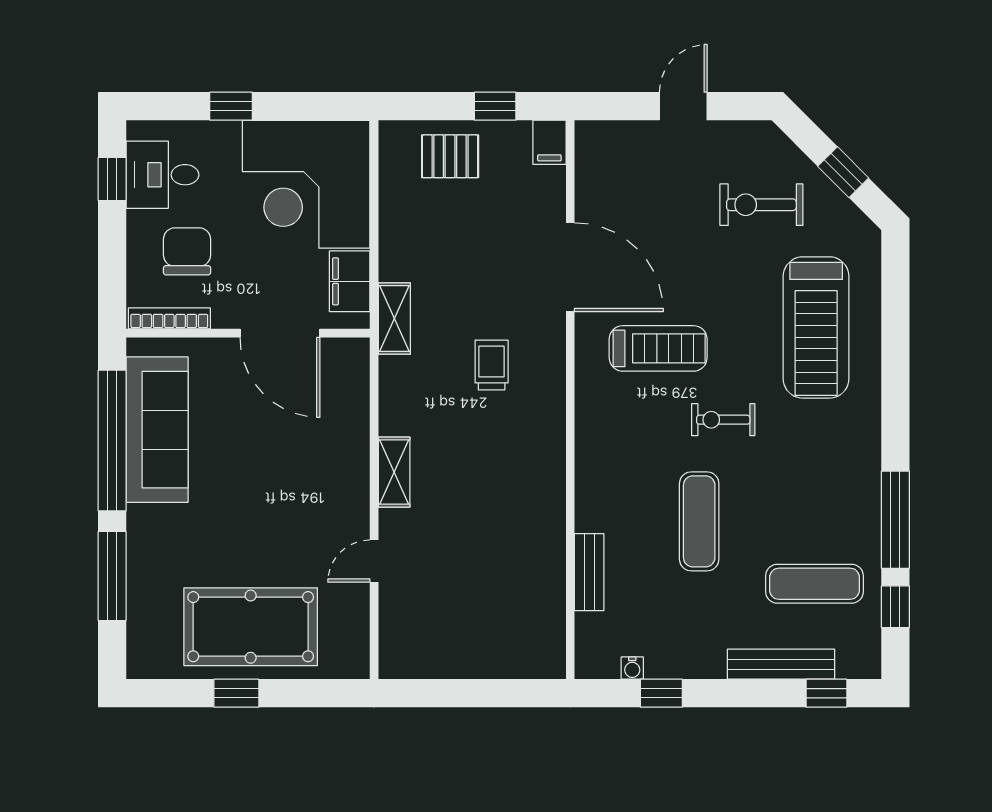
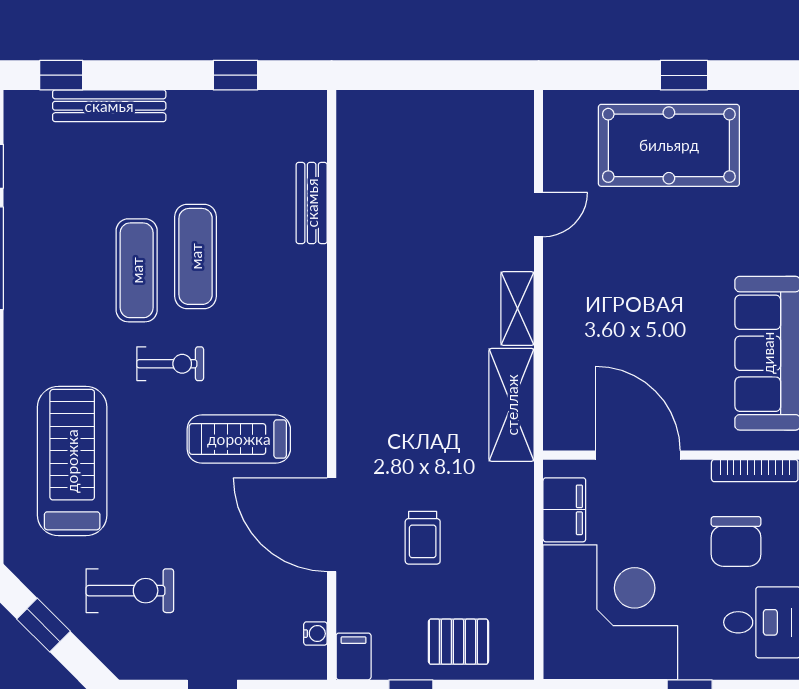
shelving: (394, 319) -> (512, 405), moved, width x1.50, depth x1.33
trolley: (492, 365) -> (423, 538), moved
exercise mat: (814, 584) -> (137, 270), moved, turned 90
water cooler: (632, 668) -> (315, 634), moved, turned 90

